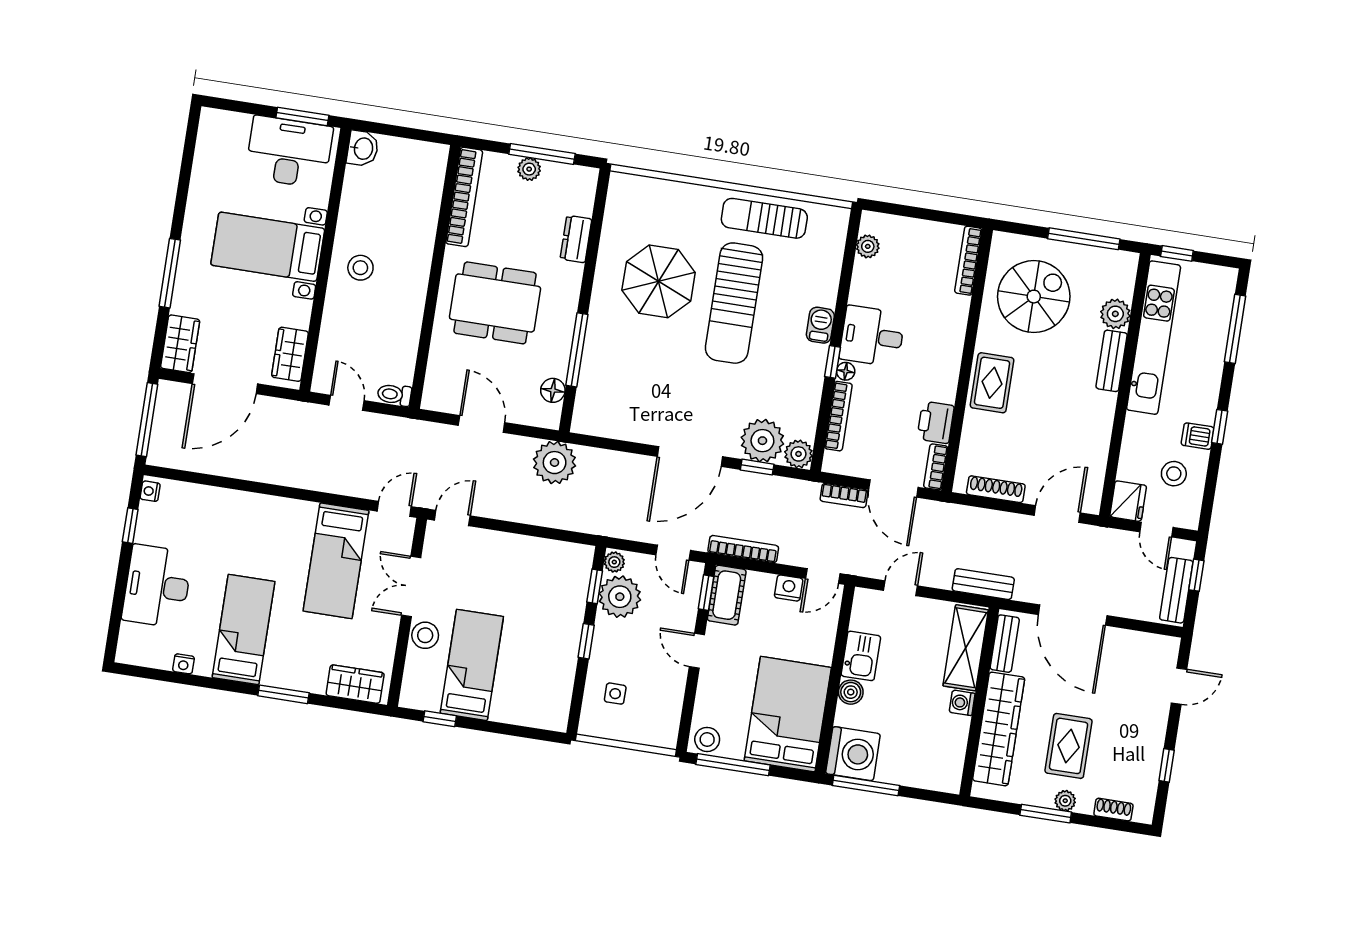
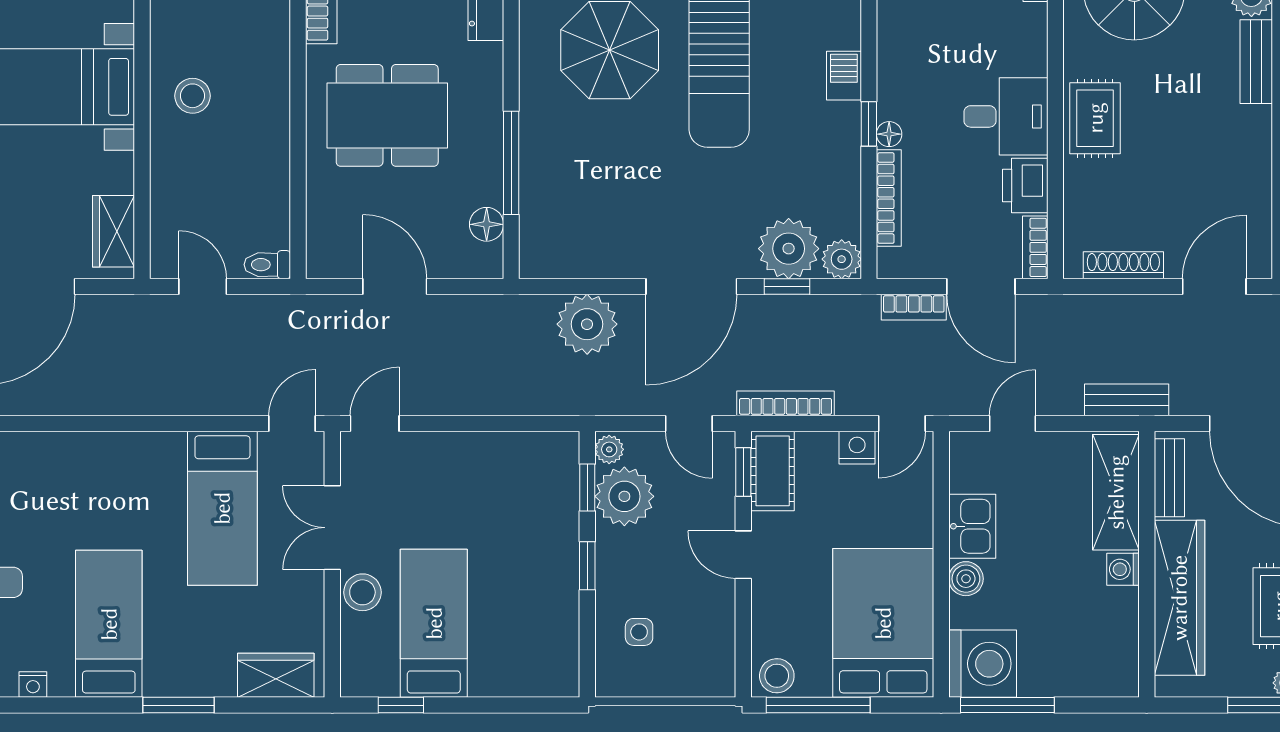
desk: (872, 336) -> (1006, 116), moved, turned 180
plant: (555, 463) -> (587, 324), moved

